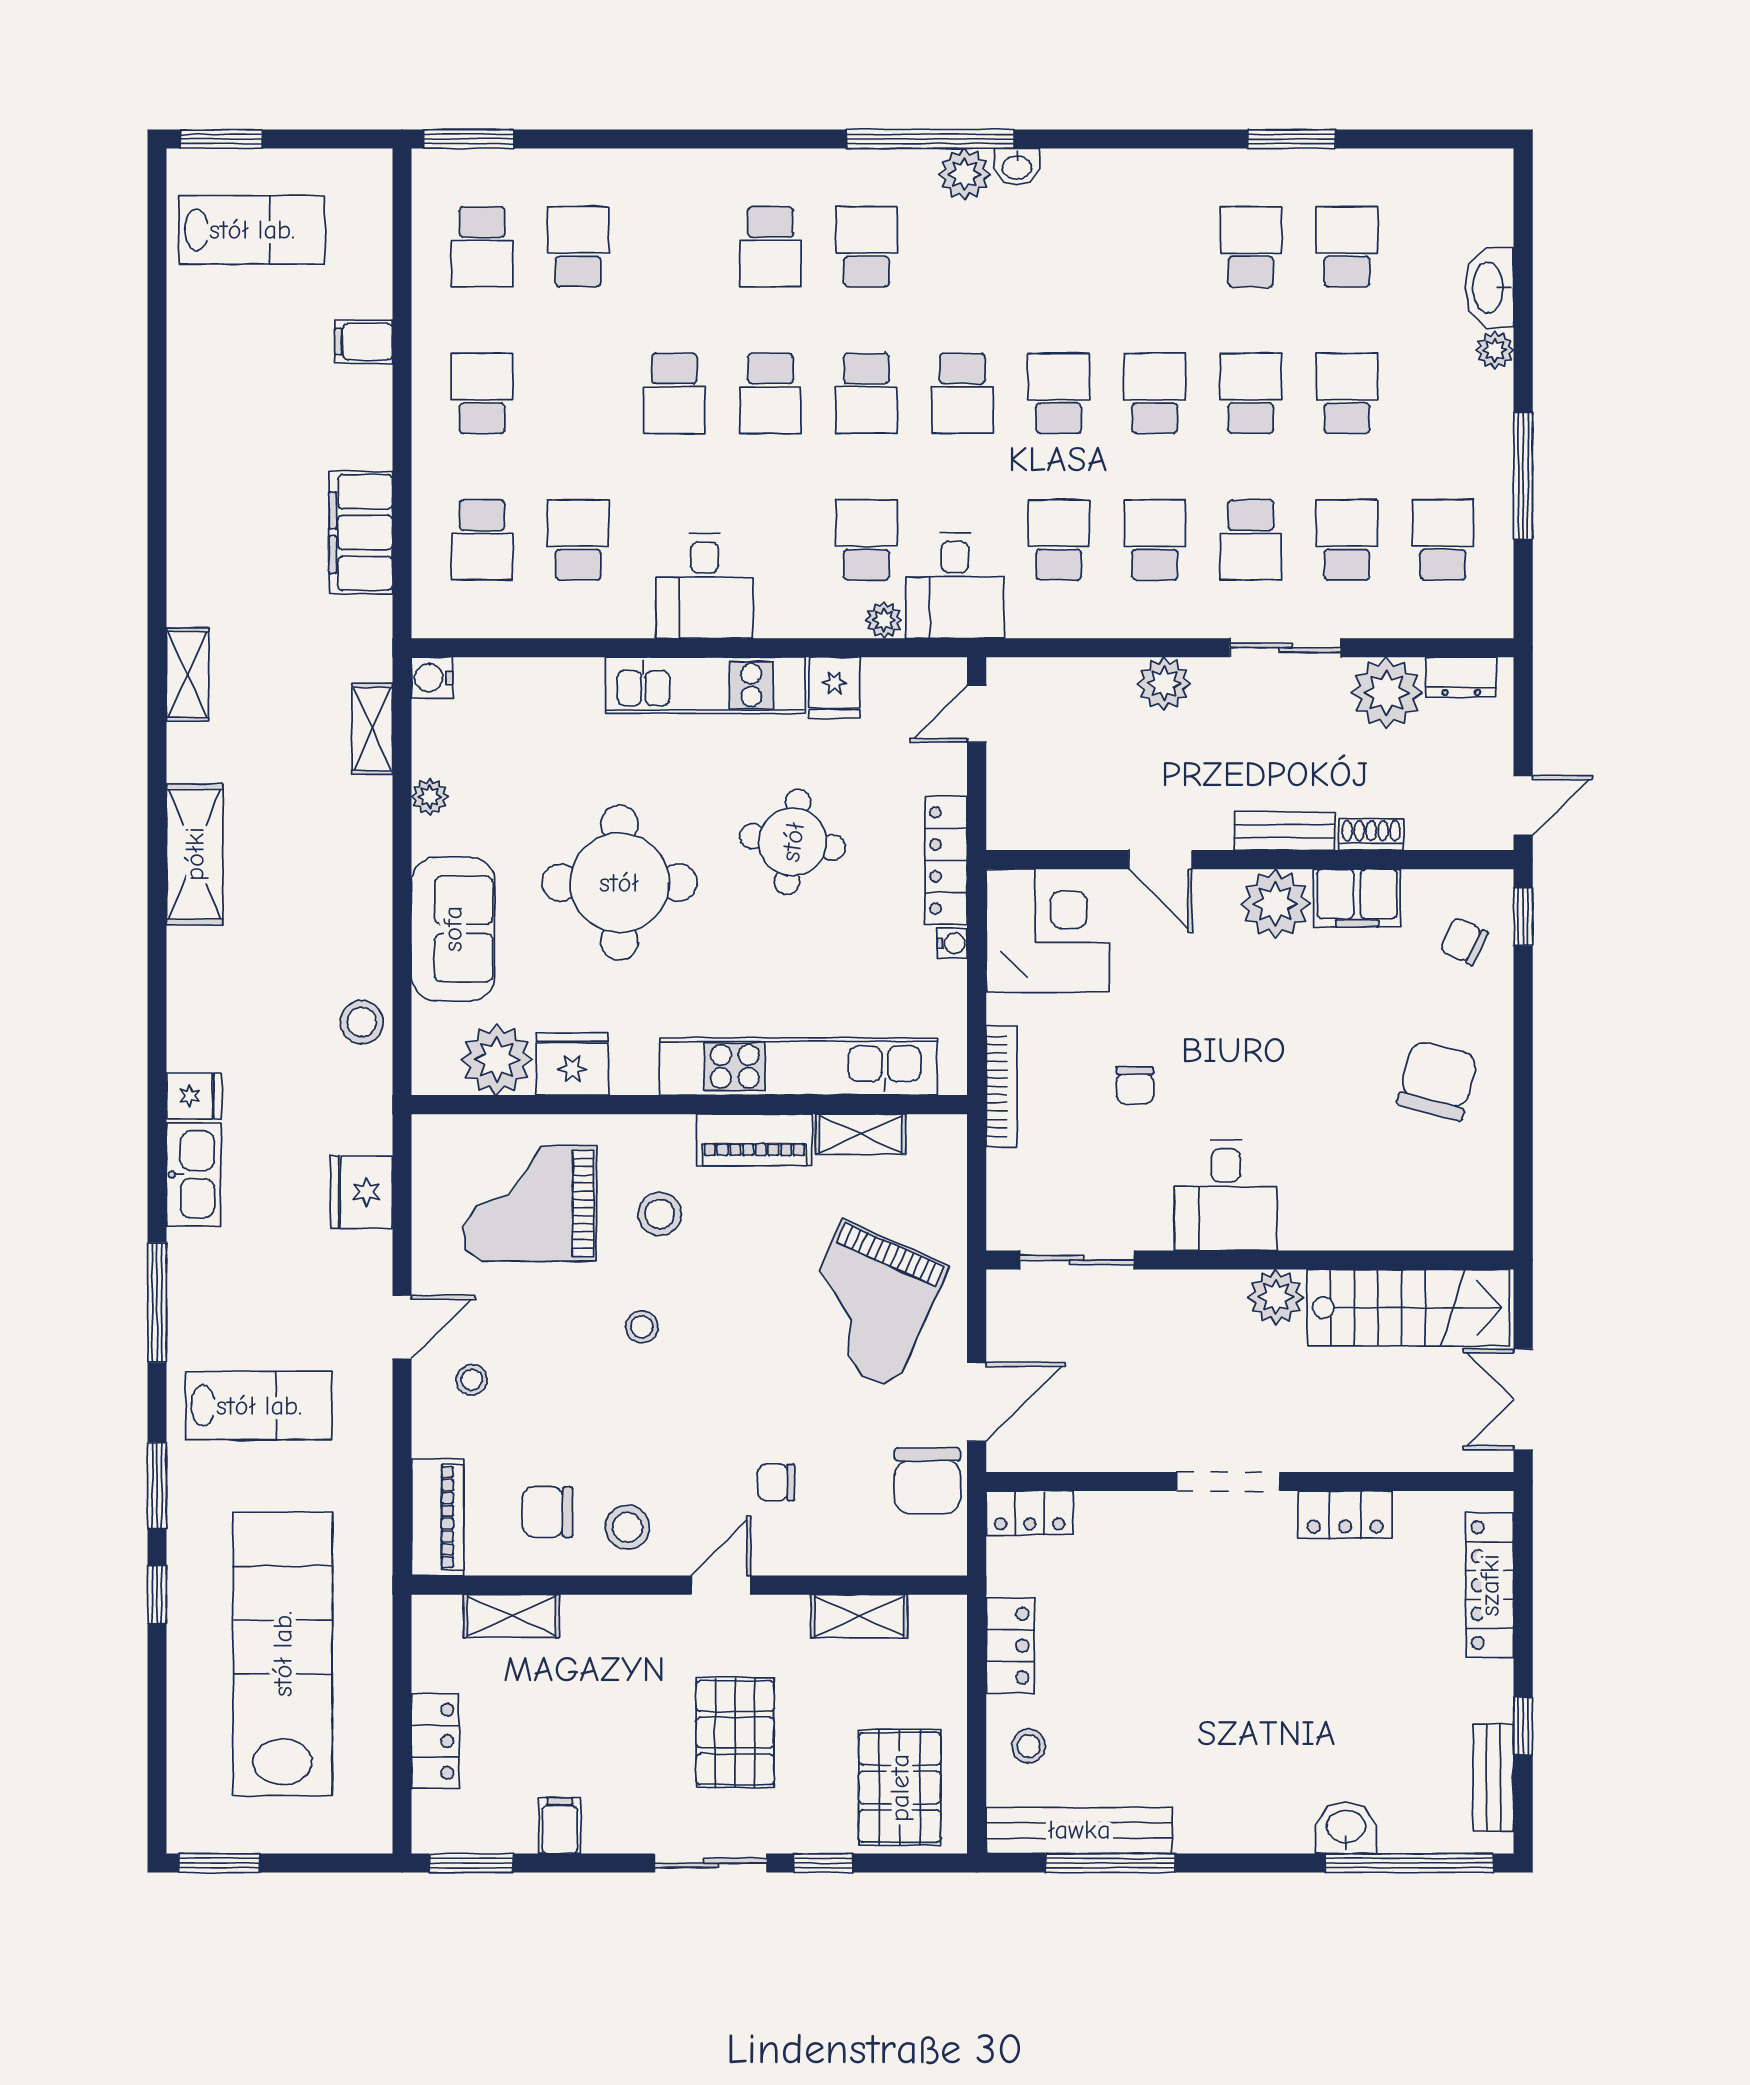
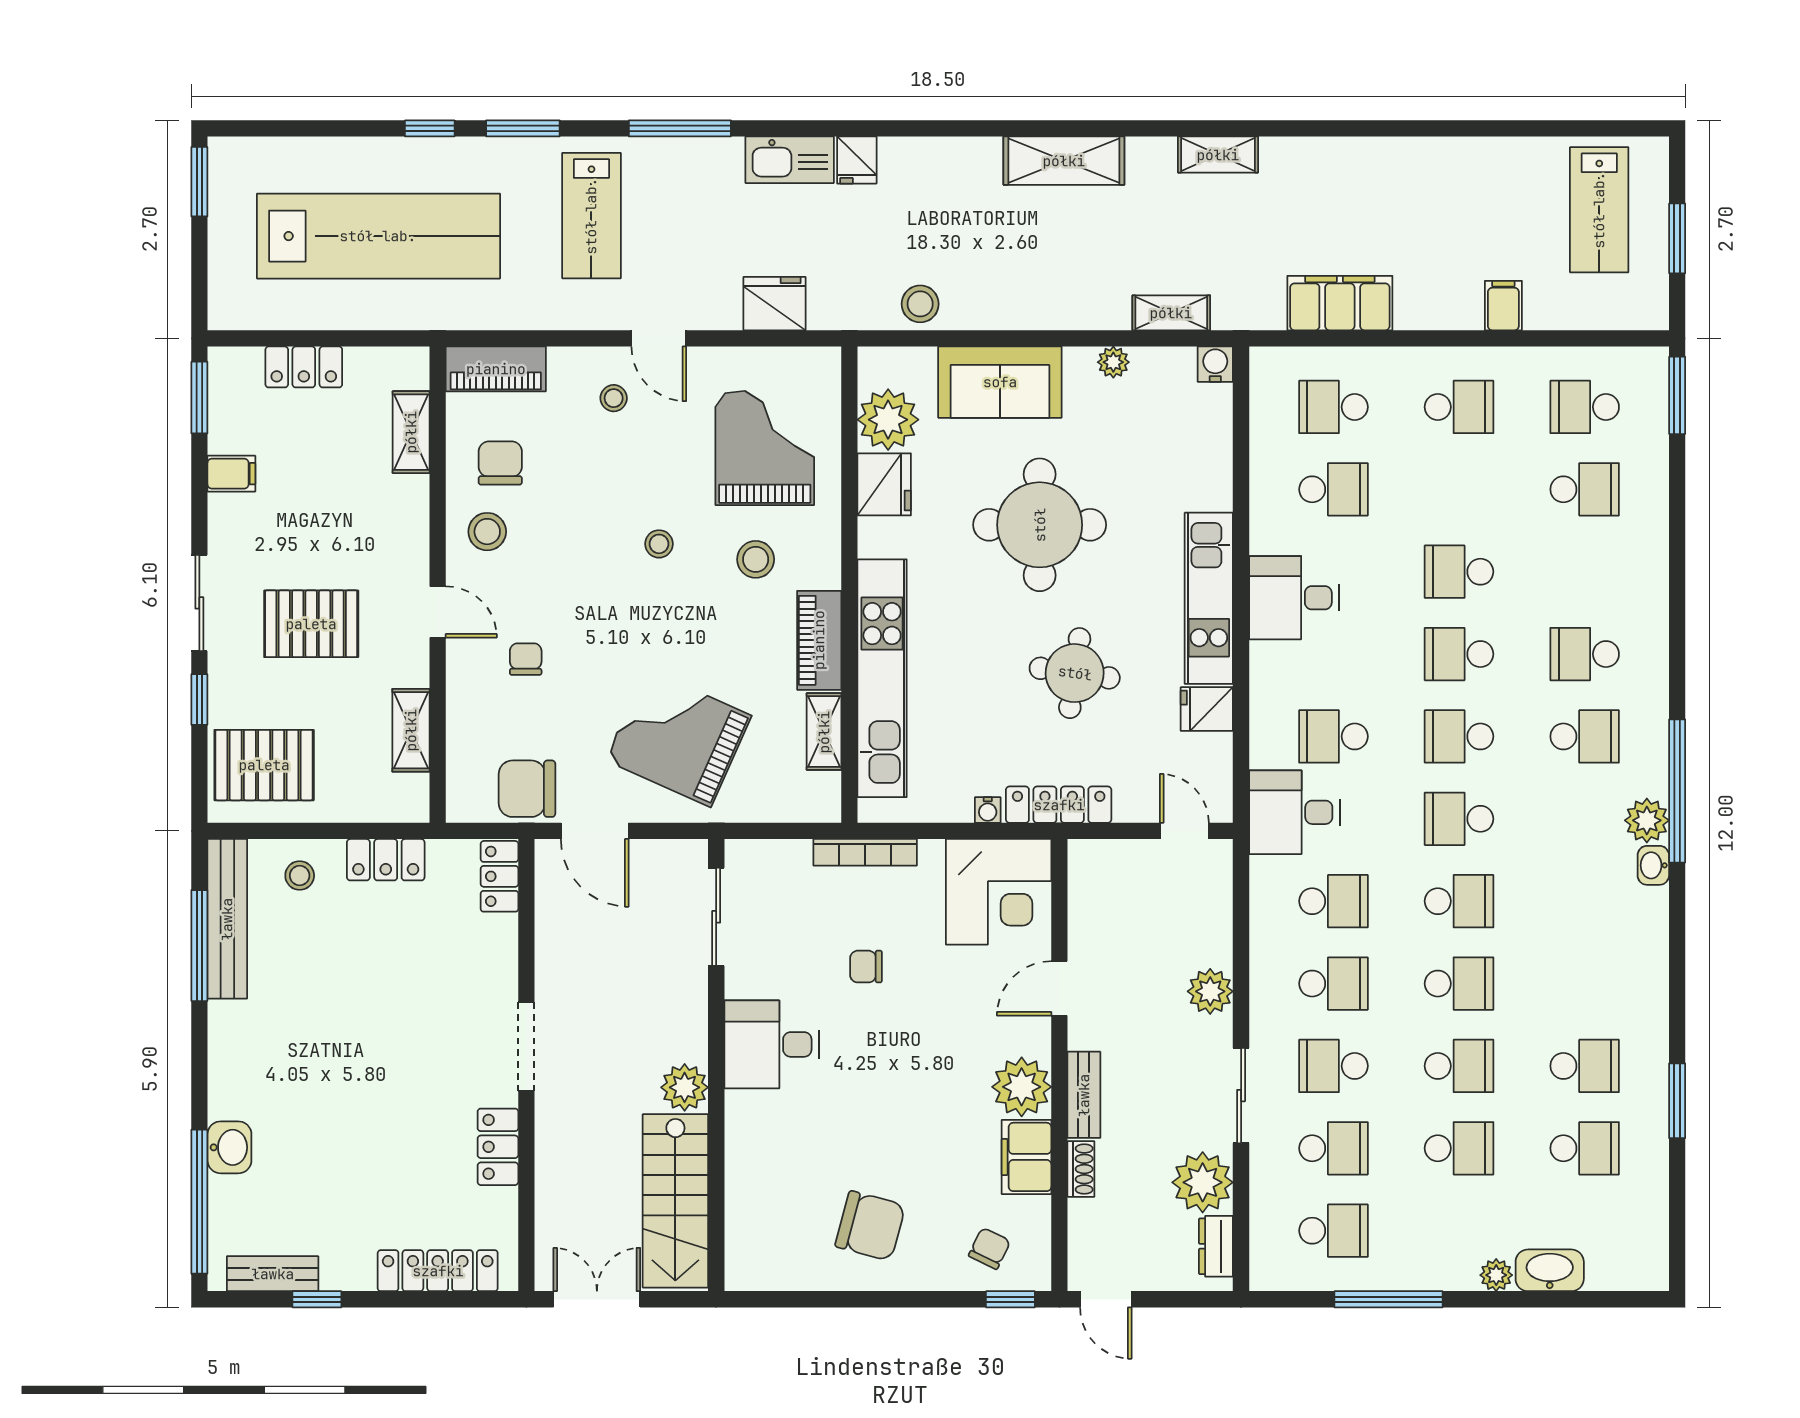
window: (222, 139) -> (1677, 238), moved
school desk: (866, 540) -> (1333, 736), turned 180
plant: (884, 620) -> (1265, 751), removed

